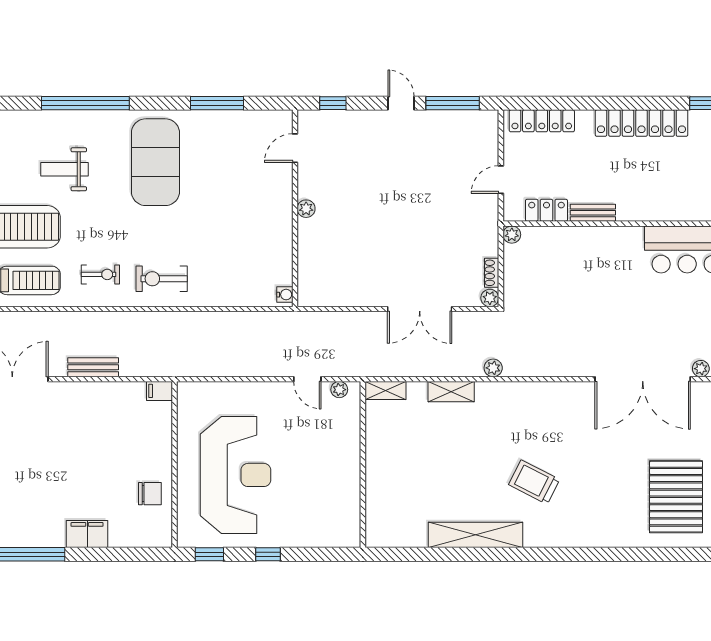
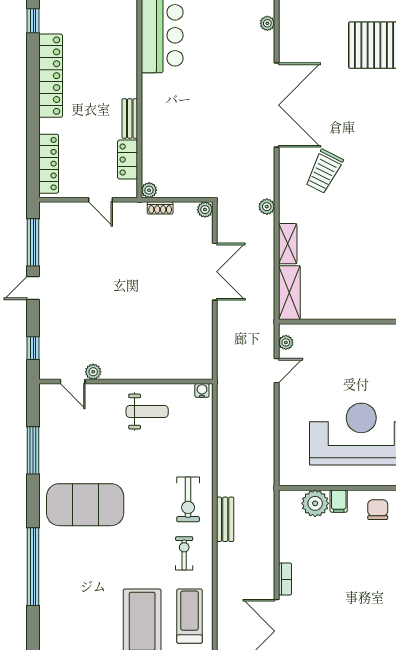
weight bench: (65, 169) -> (147, 412), moved, turned -90
plant: (306, 209) -> (93, 372), moved
shoe rack: (492, 273) -> (160, 208), moved
bench: (93, 367) -> (225, 519), moved
double door: (643, 379) -> (277, 105), moved
bookcase: (71, 389) -> (285, 579), added
shelving: (386, 390) -> (289, 293), width x1.50, depth x1.33
filing cabinet: (160, 391) -> (339, 501), moved
plant: (157, 423) -> (315, 503), added
trolley: (534, 482) -> (324, 171), moved

